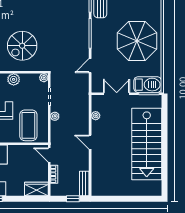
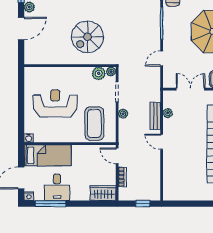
plant: (14, 79) -> (99, 73), moved
bench: (84, 183) -> (155, 116), moved

